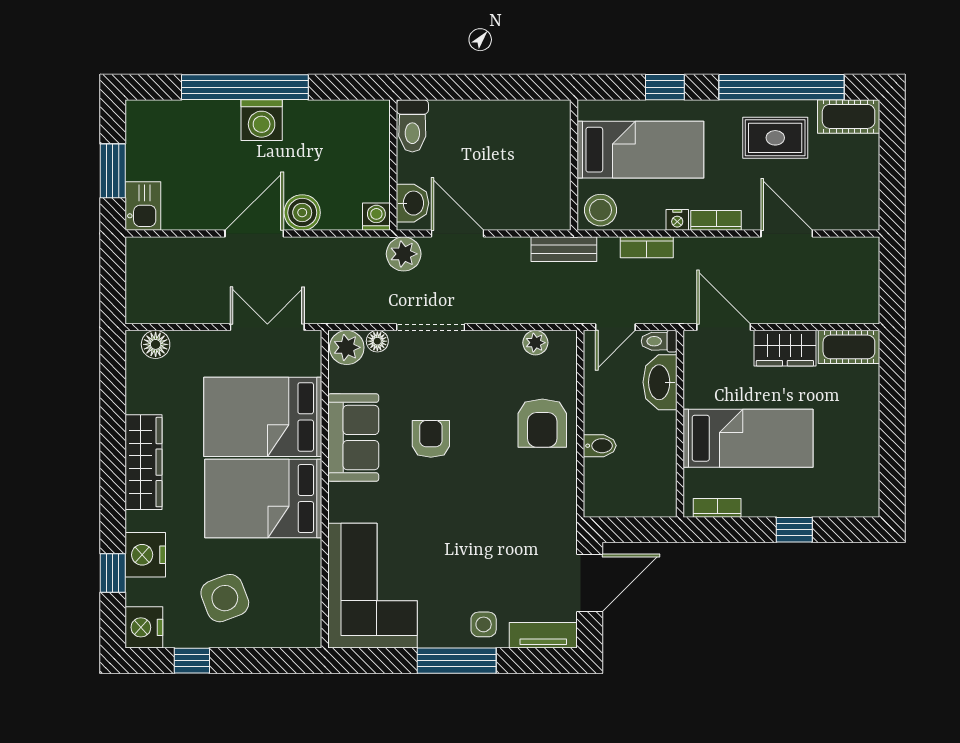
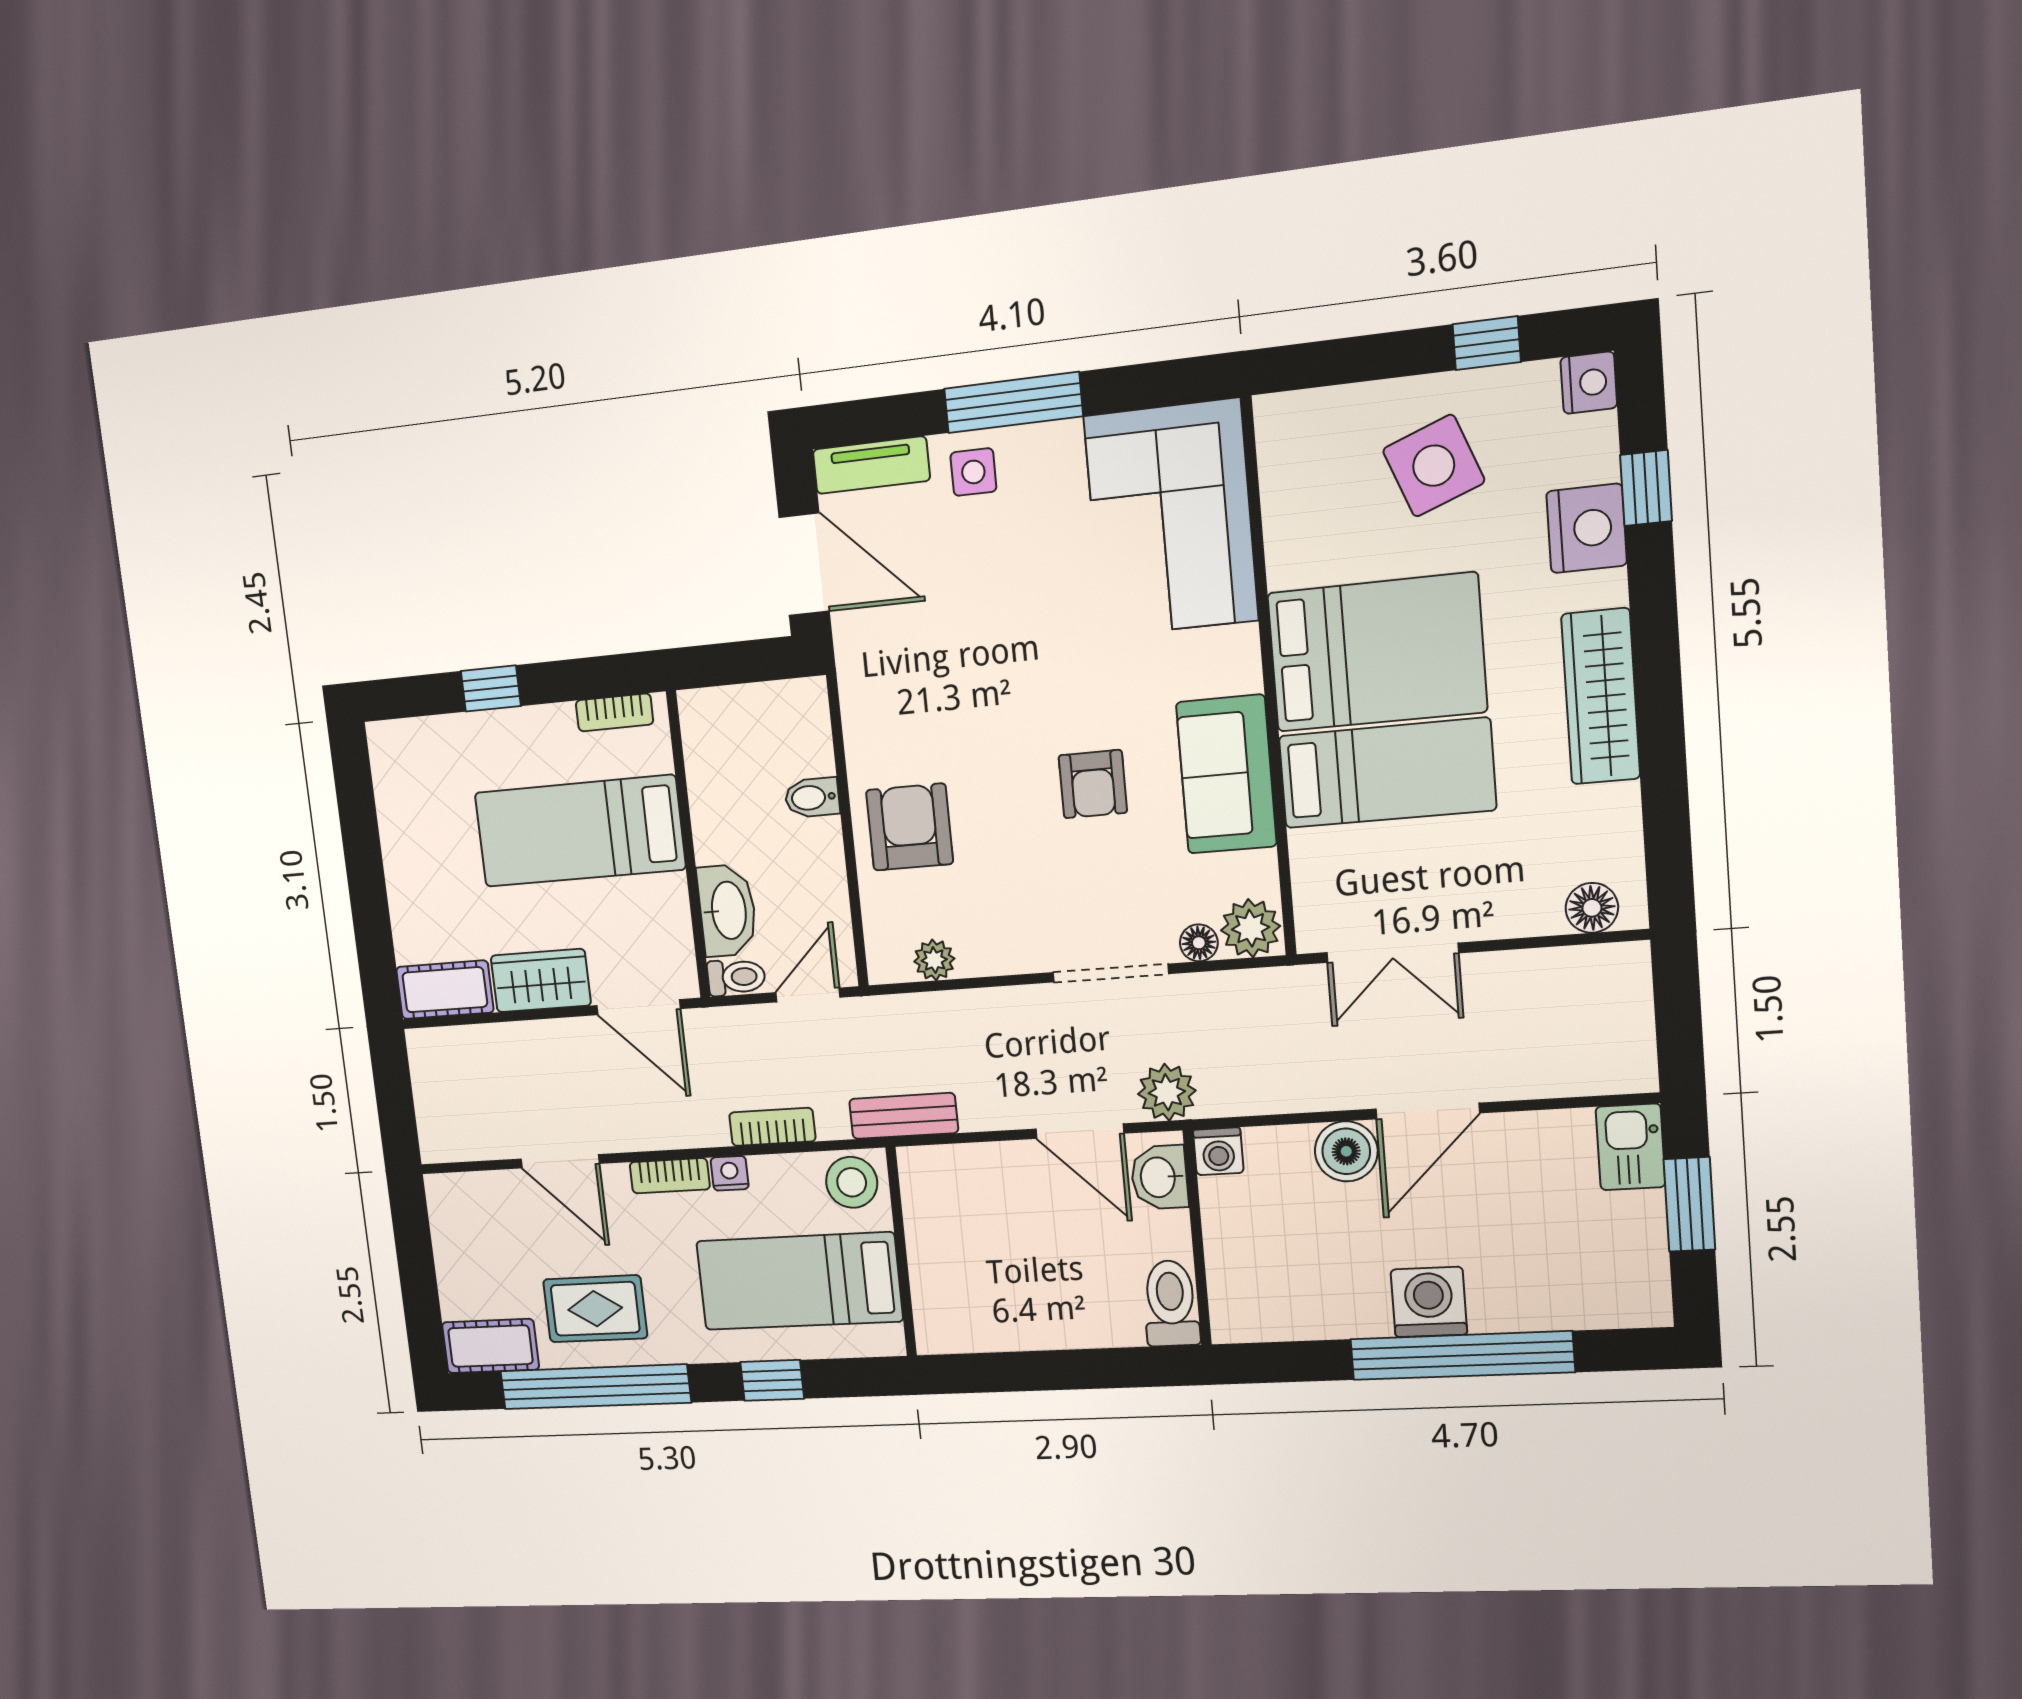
bed: (263, 417) -> (1387, 773), width x0.67
door: (590, 583) -> (804, 564), swing flipped
nightstand: (144, 627) -> (1589, 383), width x0.74, depth x0.75

